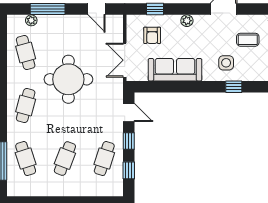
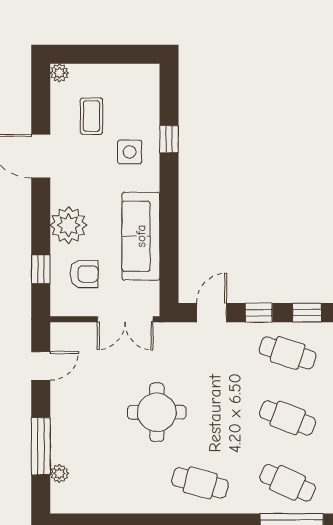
plant: (187, 21) -> (69, 225), width x1.87, depth x1.87
cafe table: (26, 53) -> (113, 483), removed
round table: (68, 79) -> (157, 412), width x0.73, depth x0.73
cafe table: (26, 159) -> (288, 483), turned 42

